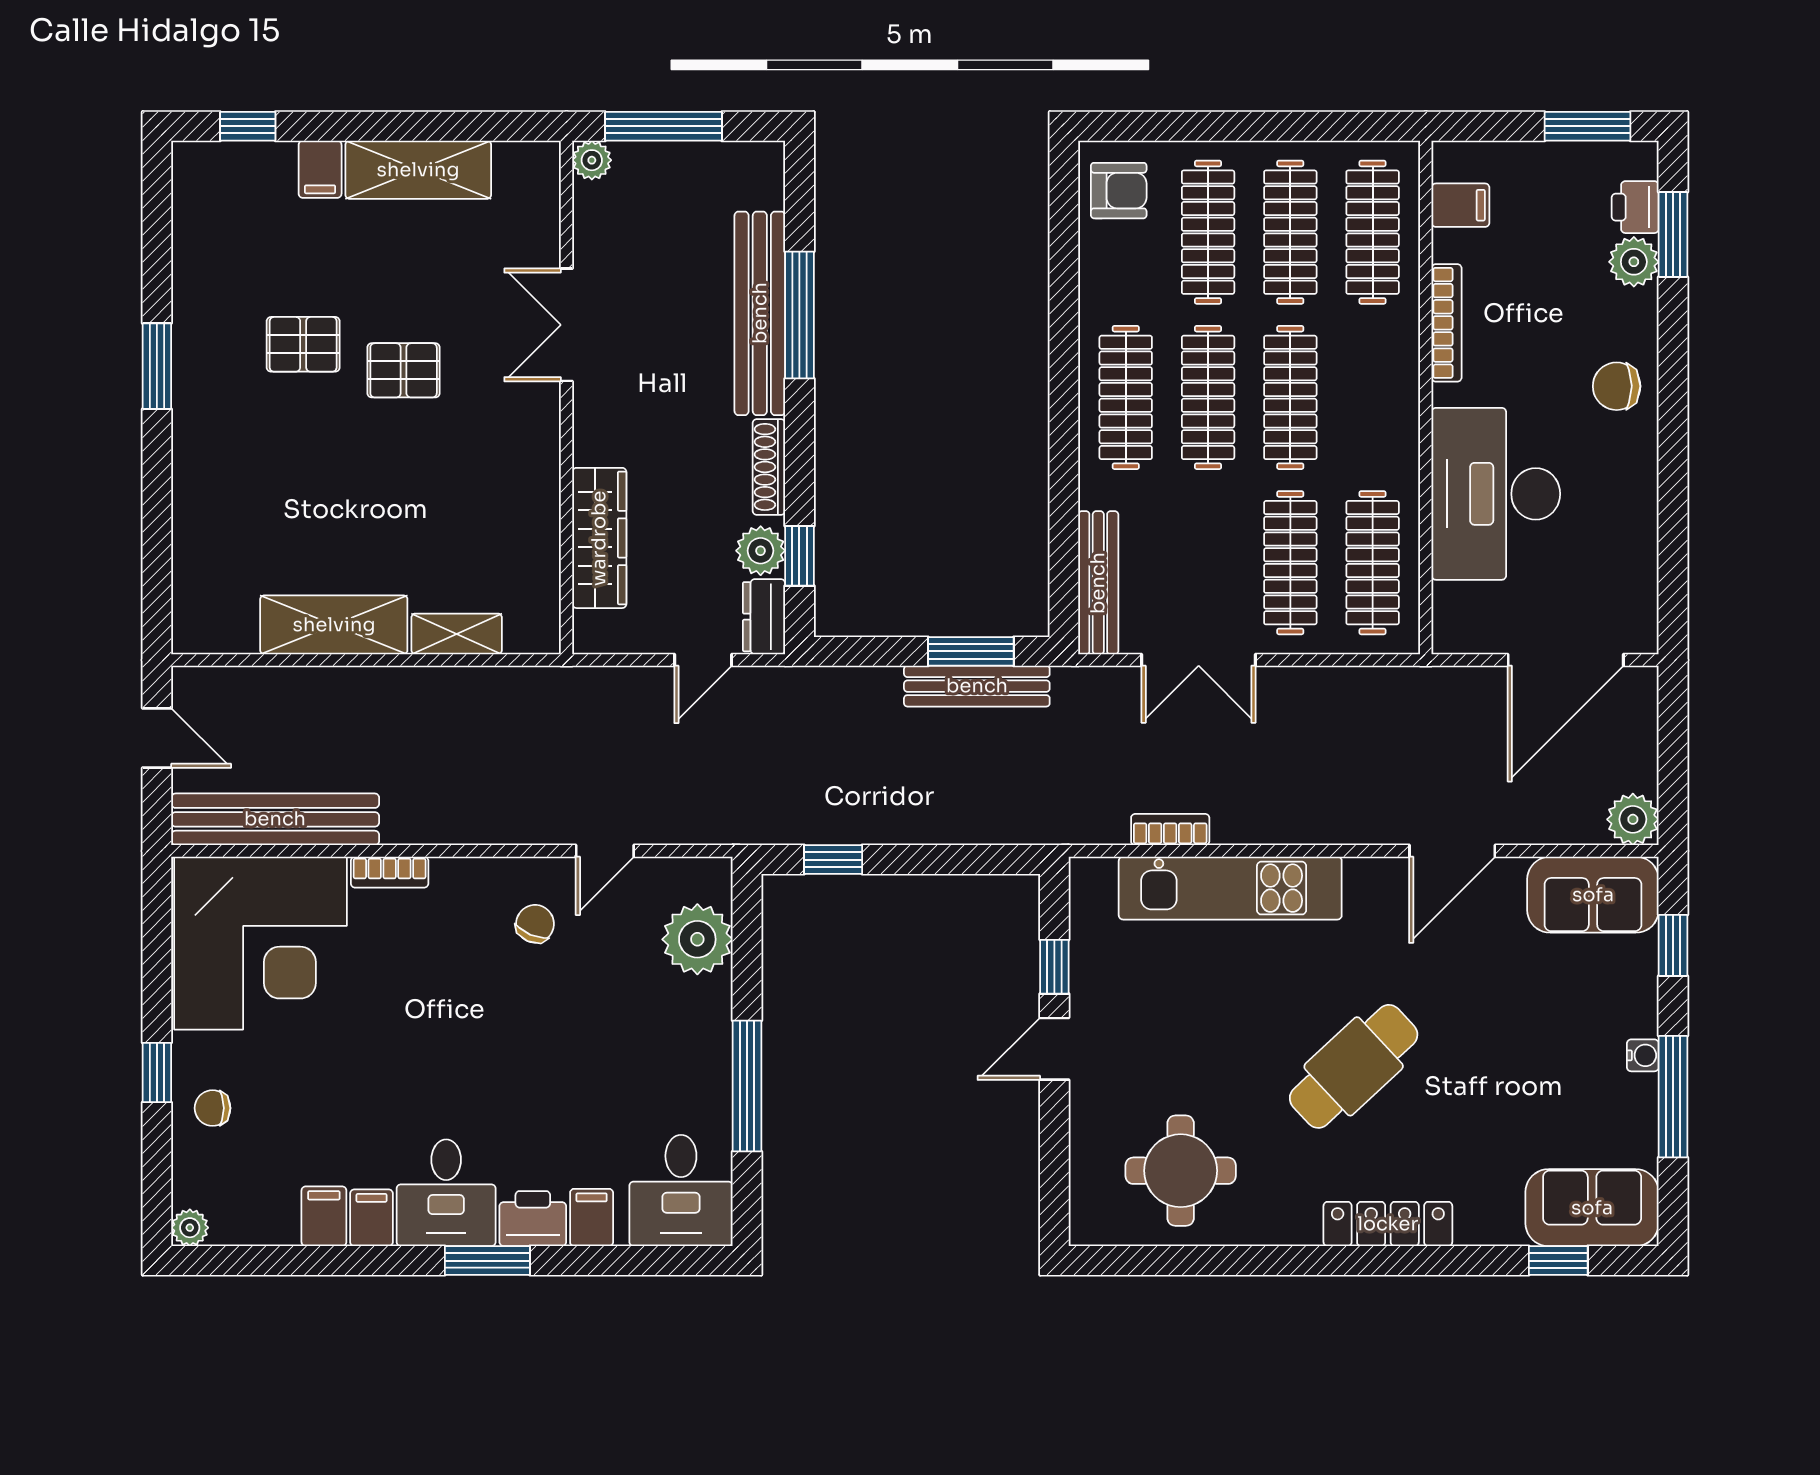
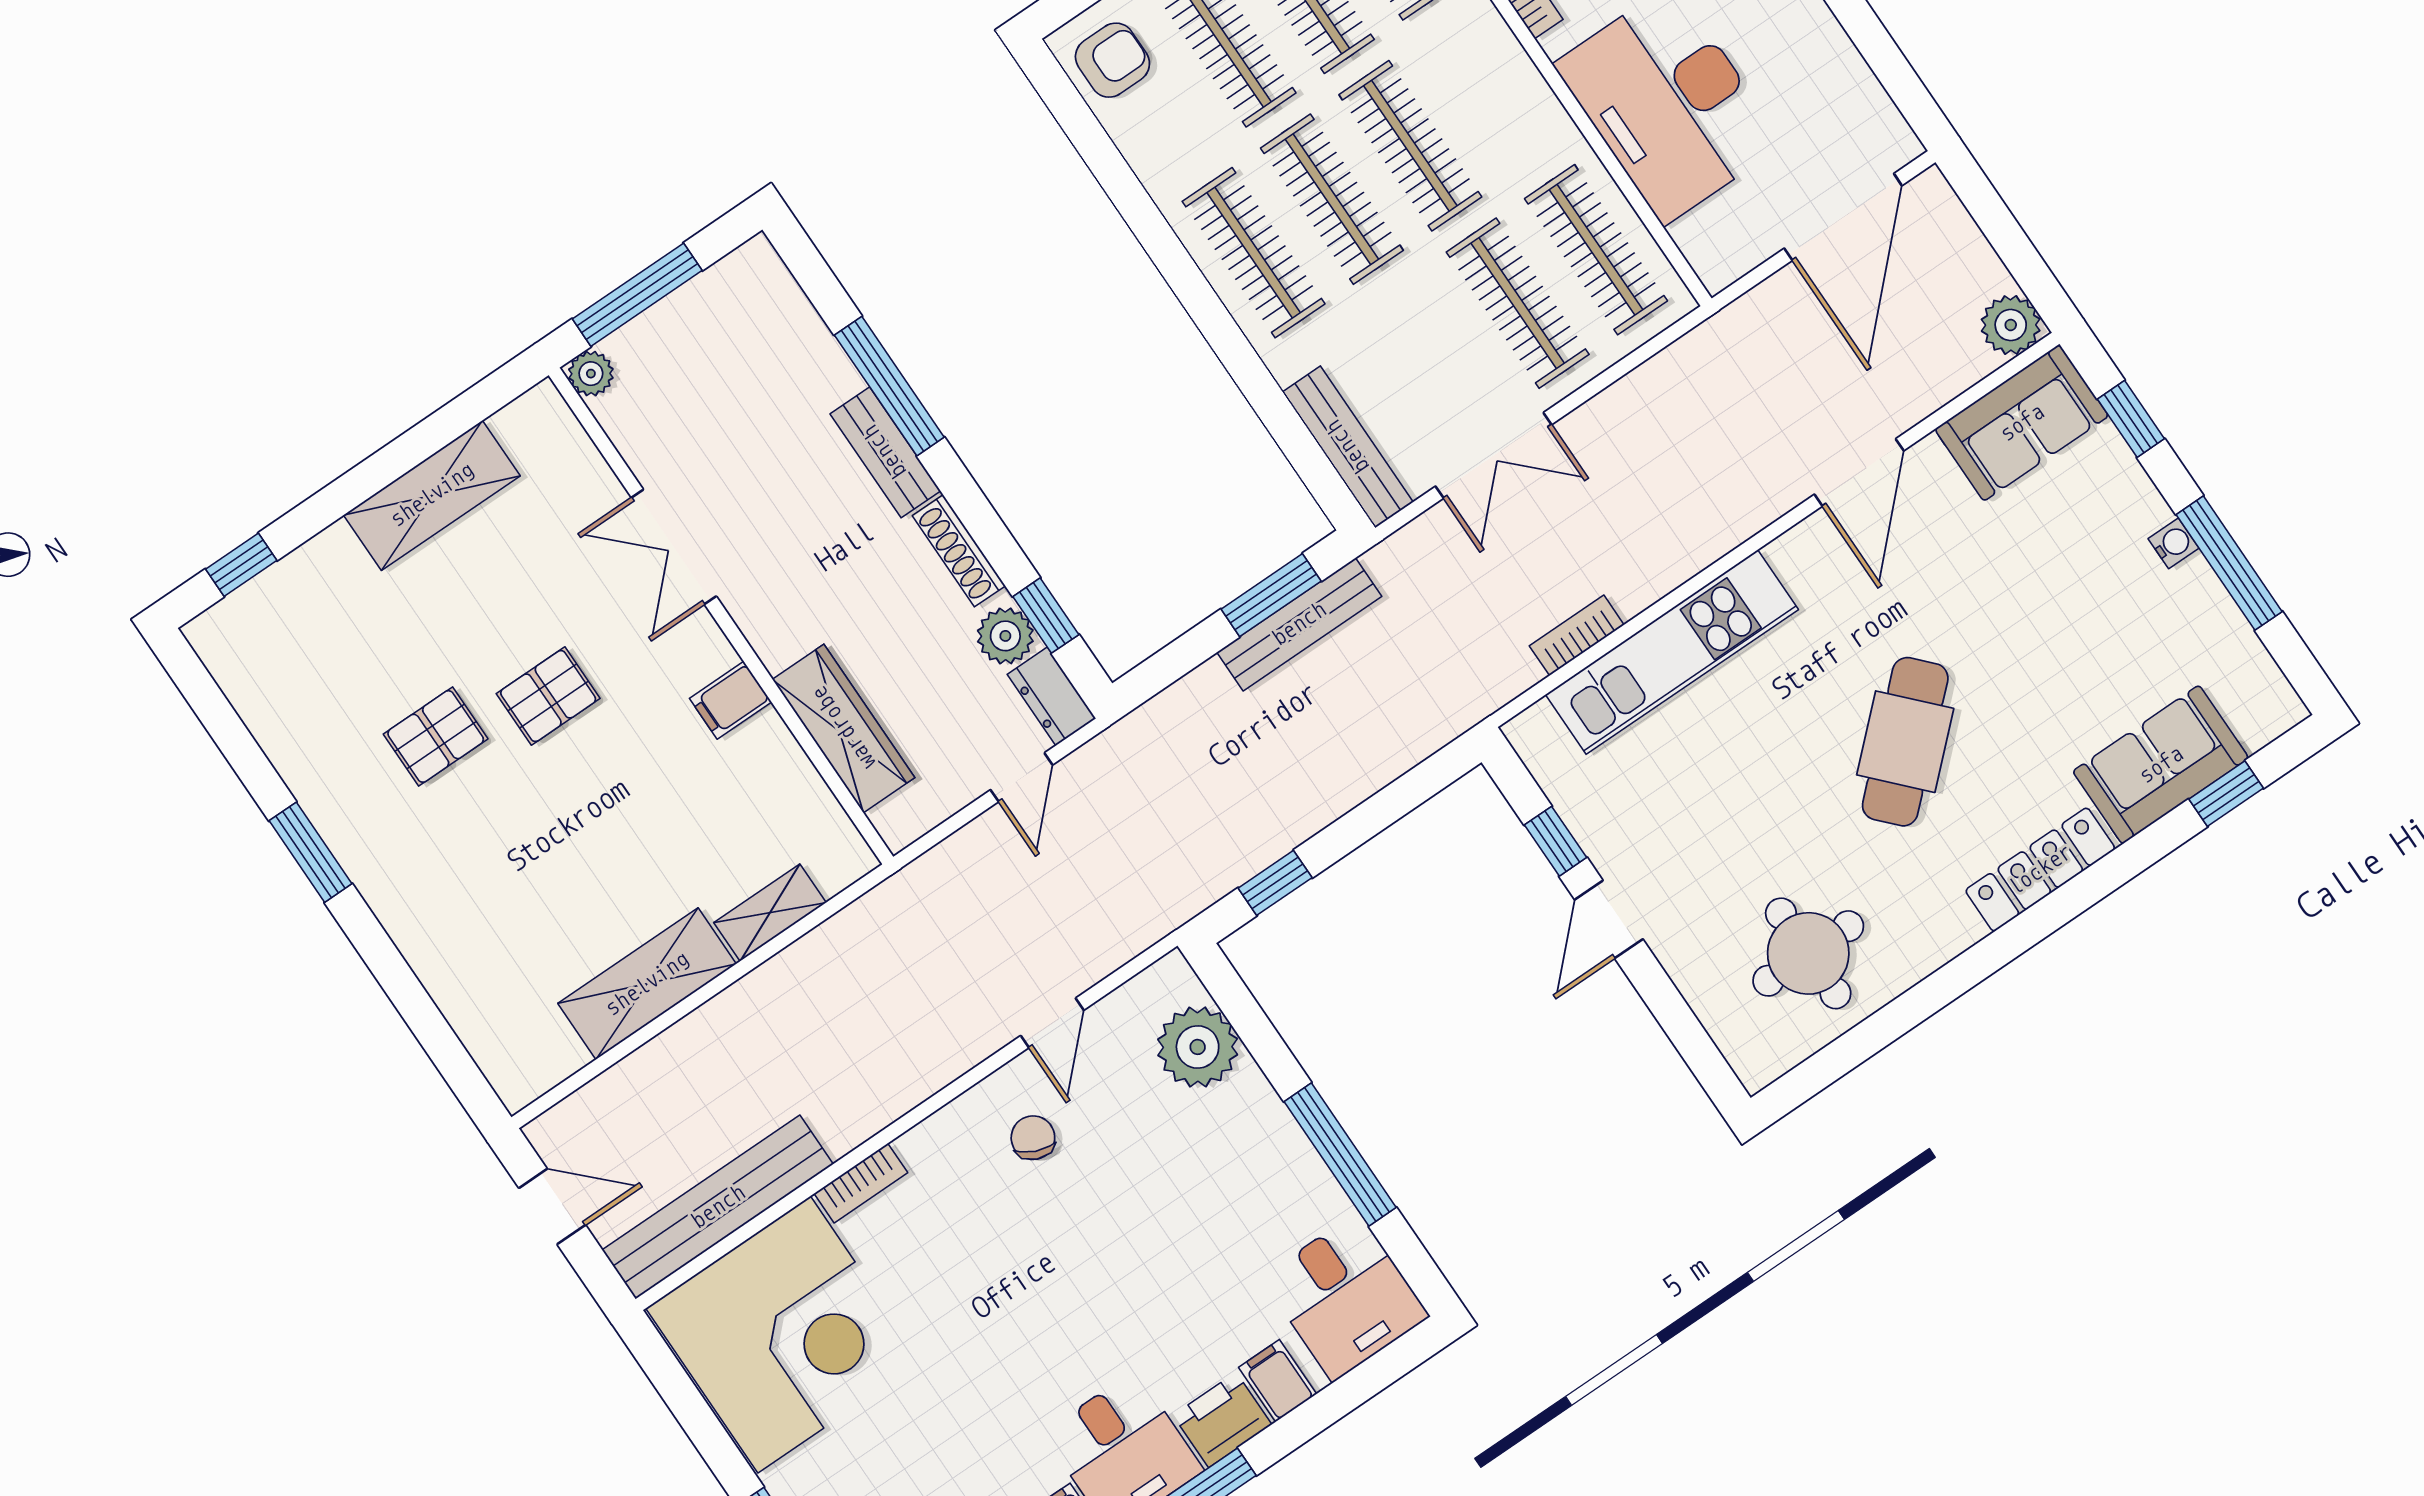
filing cabinet: (320, 169) -> (731, 700), moved, turned 90
bench: (760, 313) -> (885, 452), width x0.54, depth x0.82
sofa: (1592, 1208) -> (2161, 765), moved

